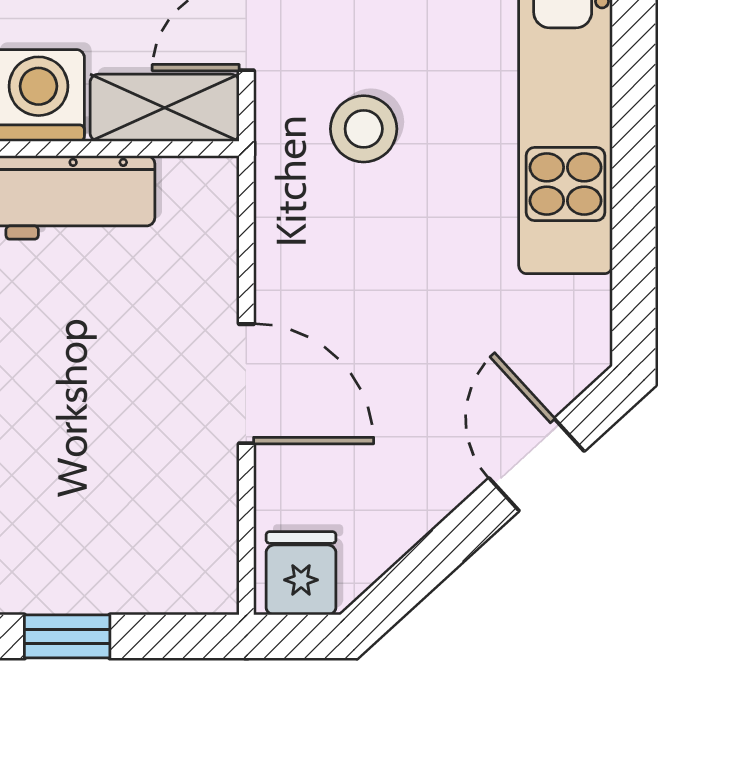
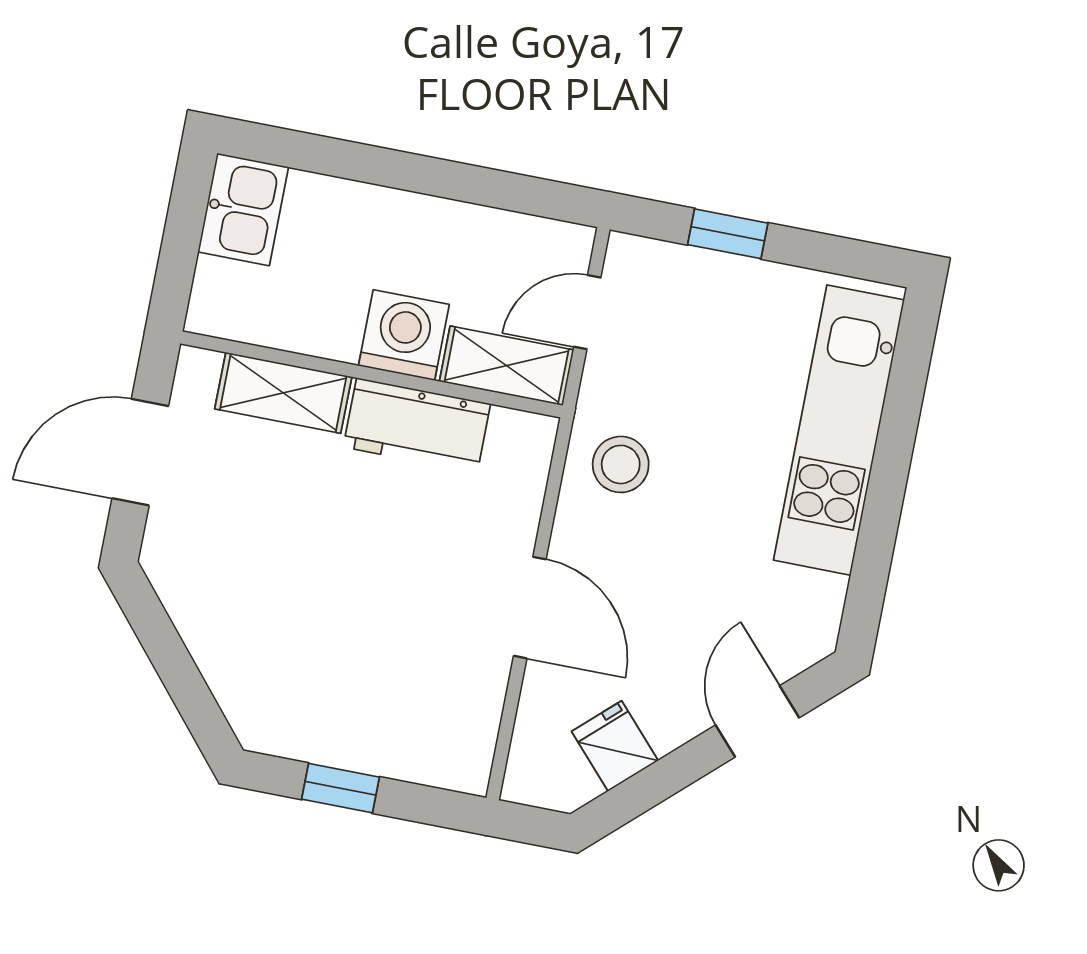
stool: (364, 129) -> (621, 464), moved
fridge: (301, 573) -> (615, 746), moved, turned -42

